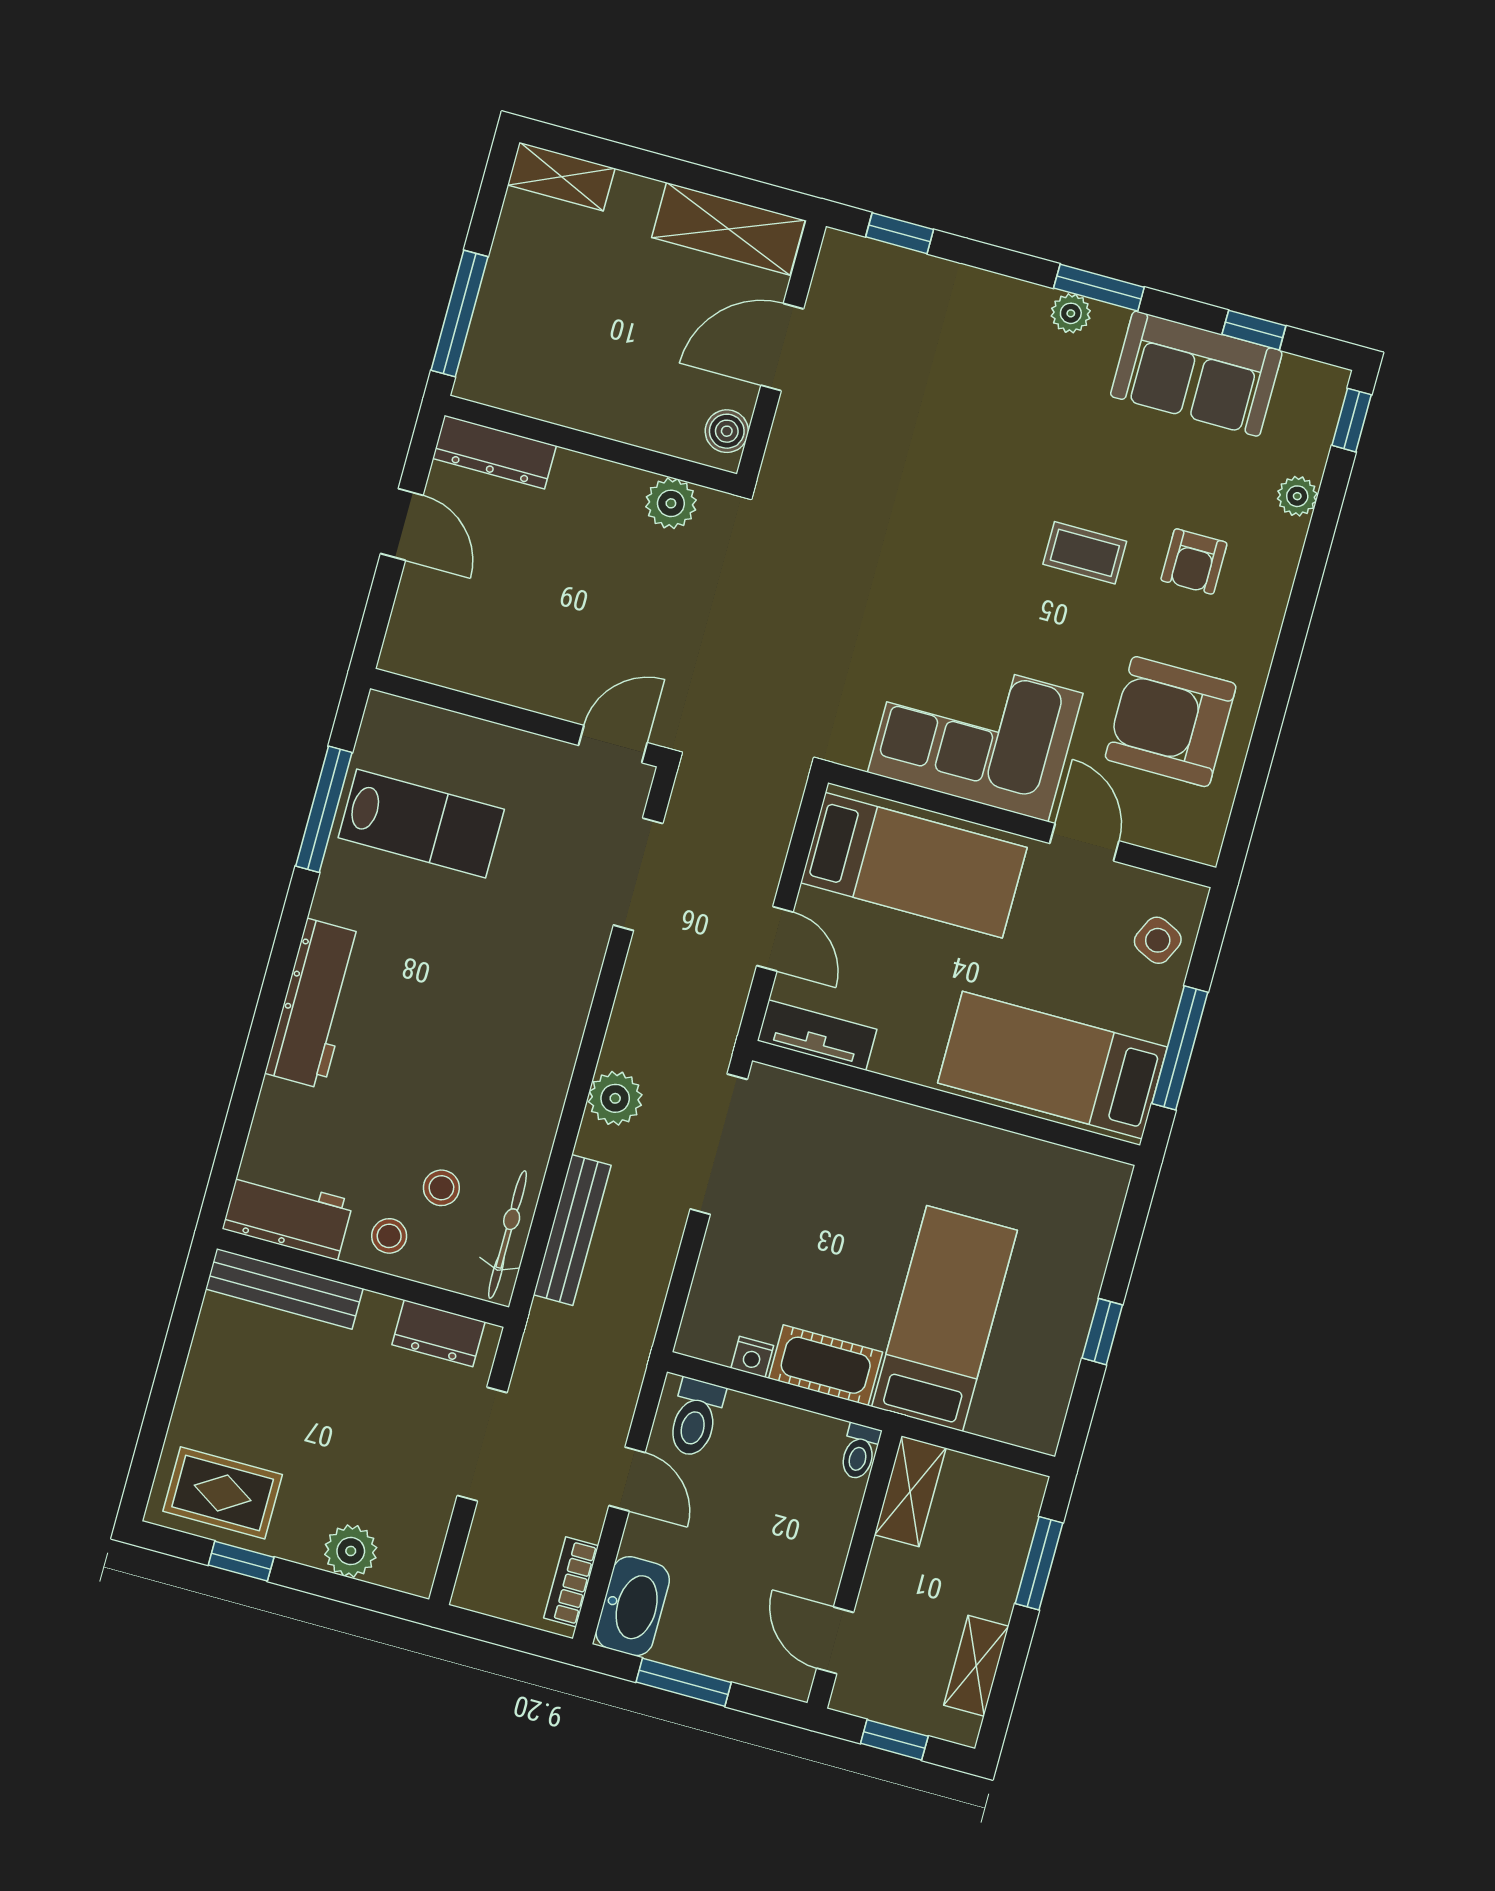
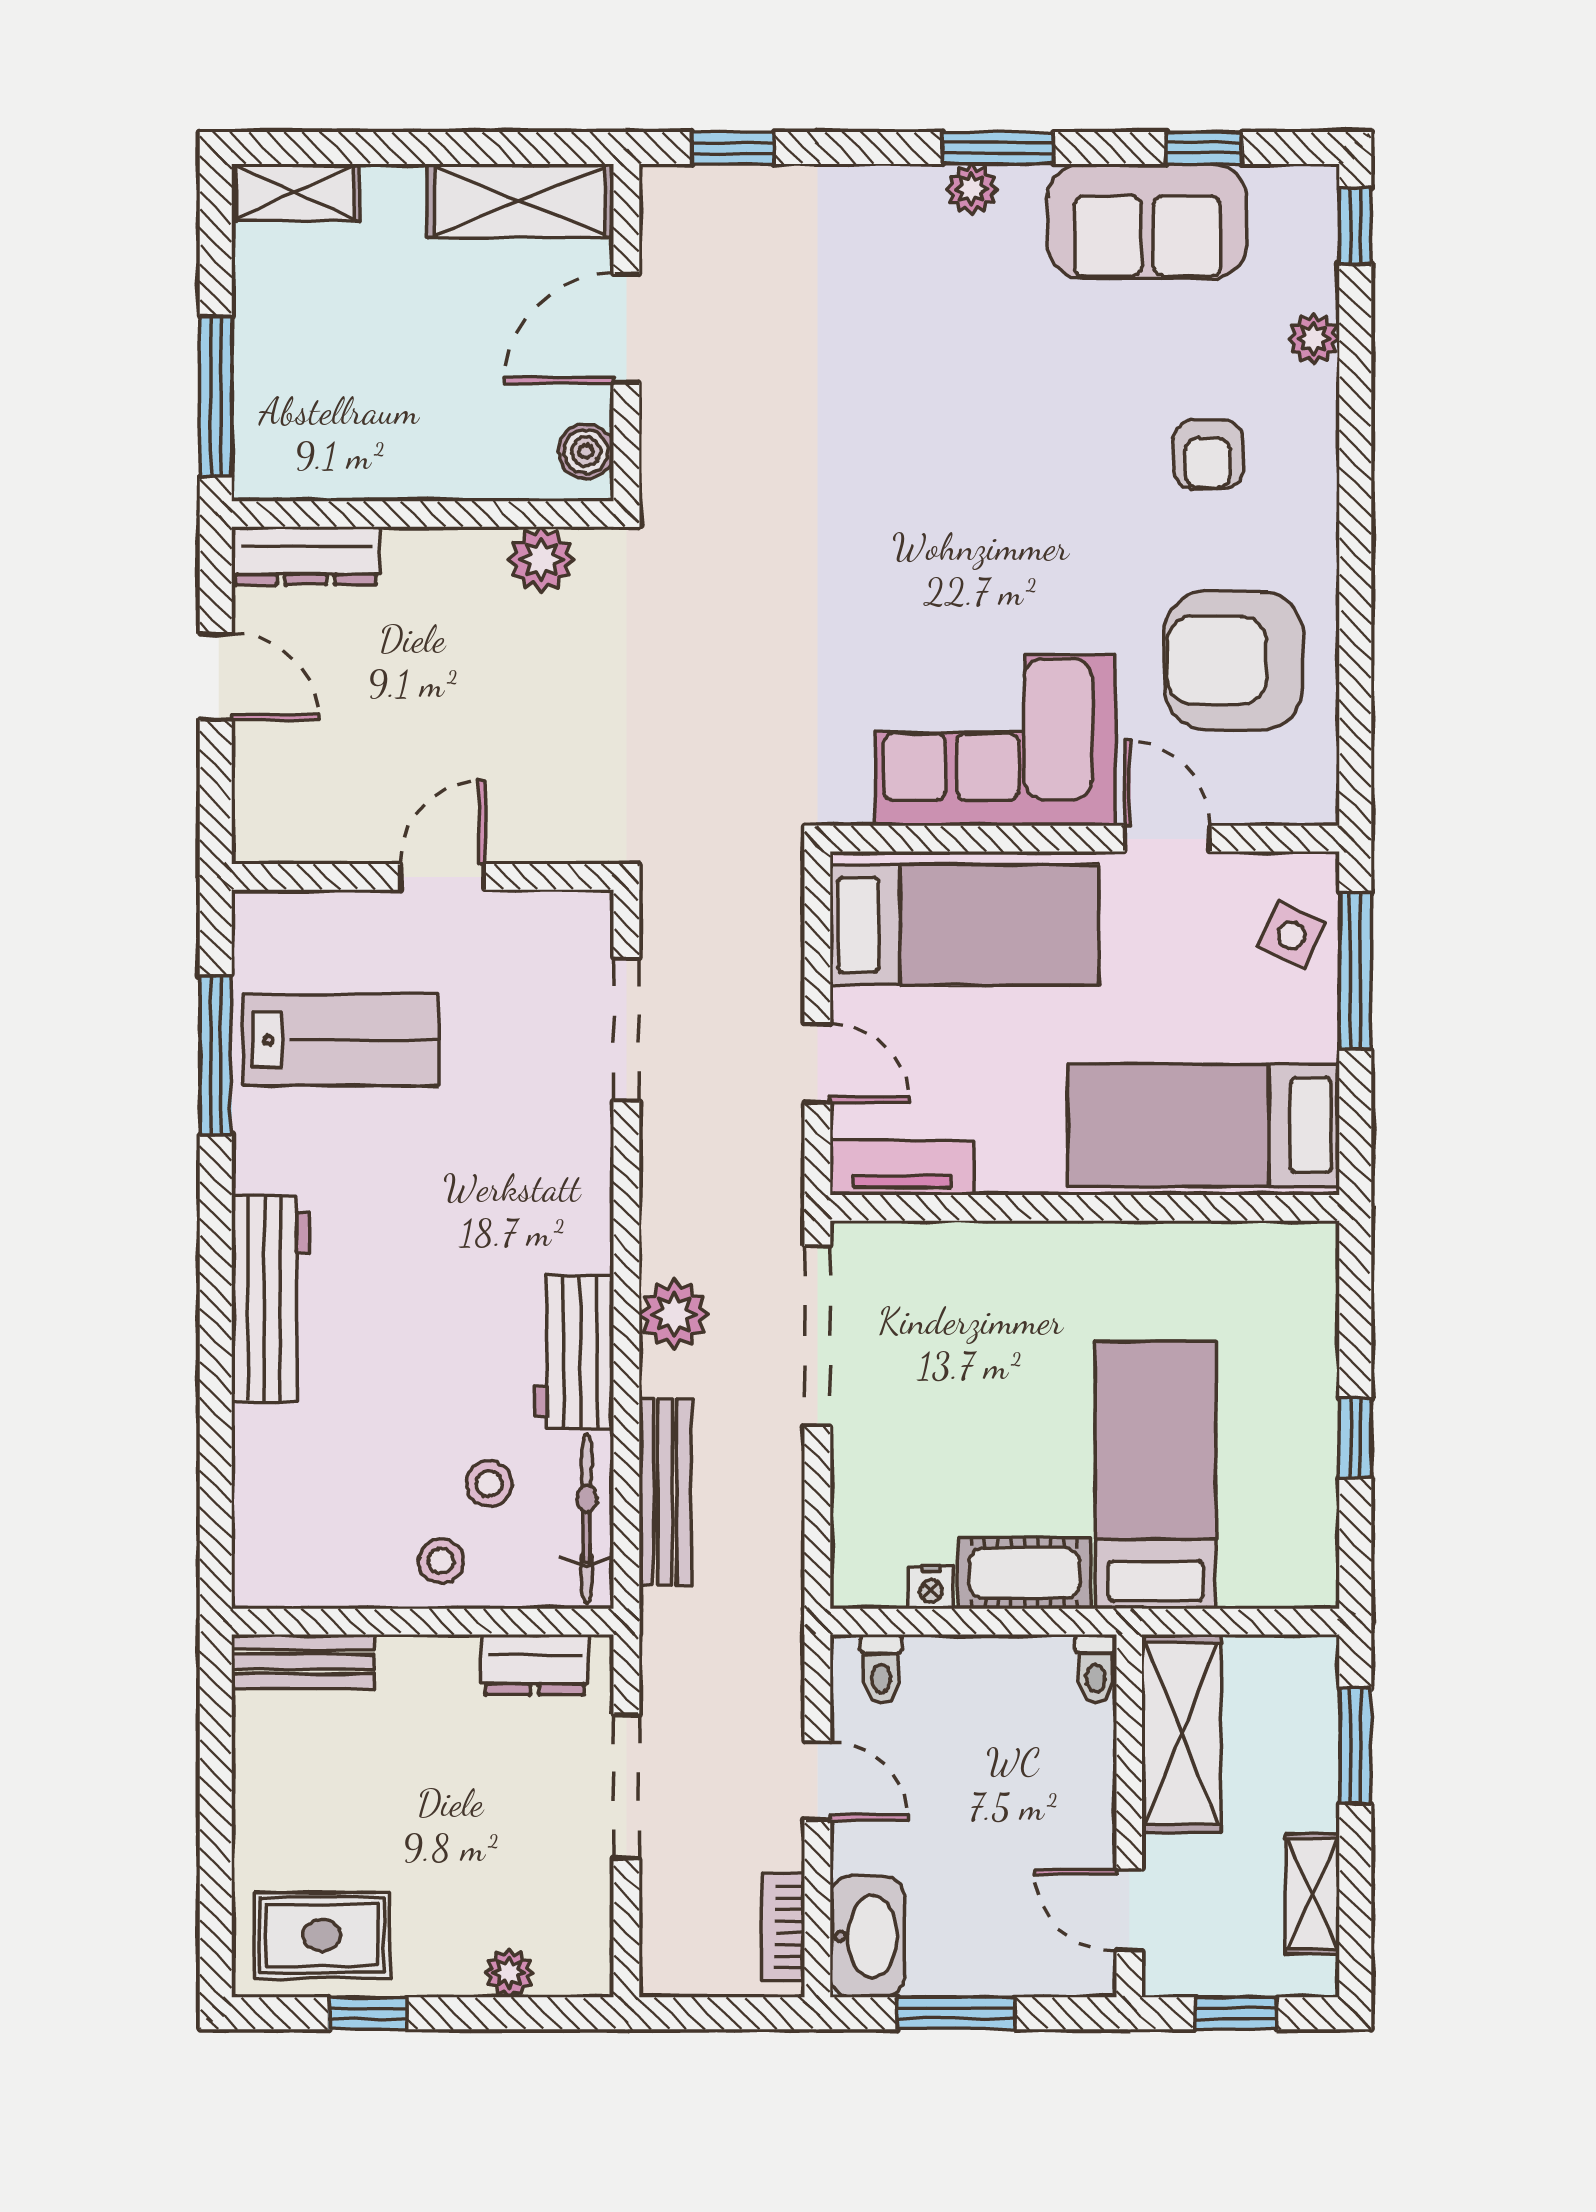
coffee table: (1085, 553) -> (1070, 481), removed
door: (613, 744) -> (442, 877), moved
window: (1180, 1048) -> (1355, 971), moved
workbench: (288, 1215) -> (574, 1353), moved, turned -90
bench: (284, 1289) -> (303, 1662), width x0.73
toilet: (695, 1418) -> (881, 1669), width x0.73, depth x0.72
shelving: (910, 1491) -> (1182, 1733), width x1.50, depth x1.33
plant: (351, 1551) -> (509, 1973), width x0.73, depth x0.73

